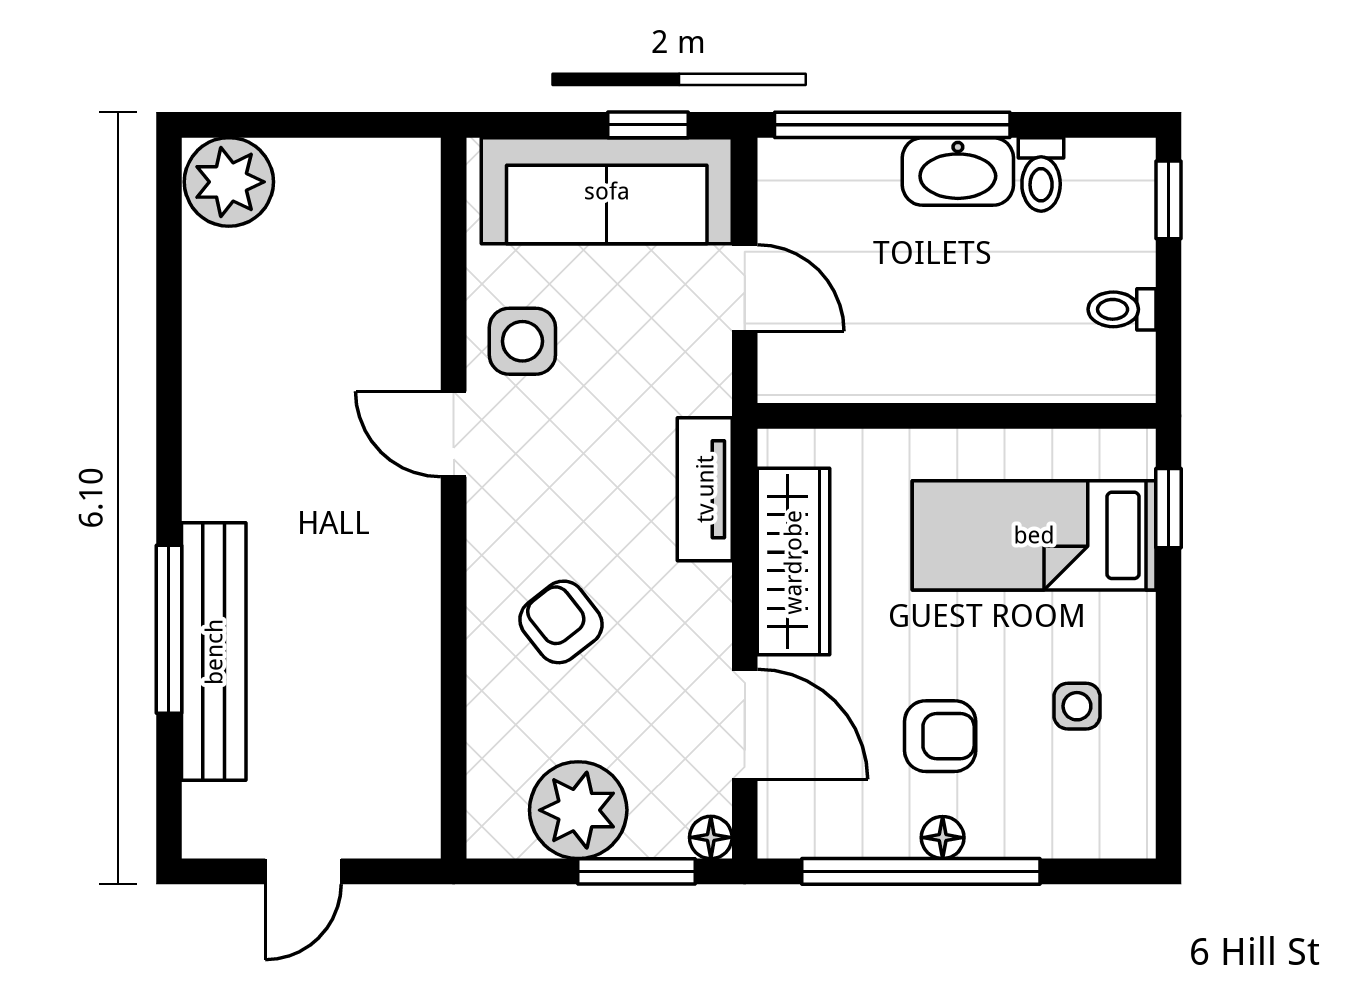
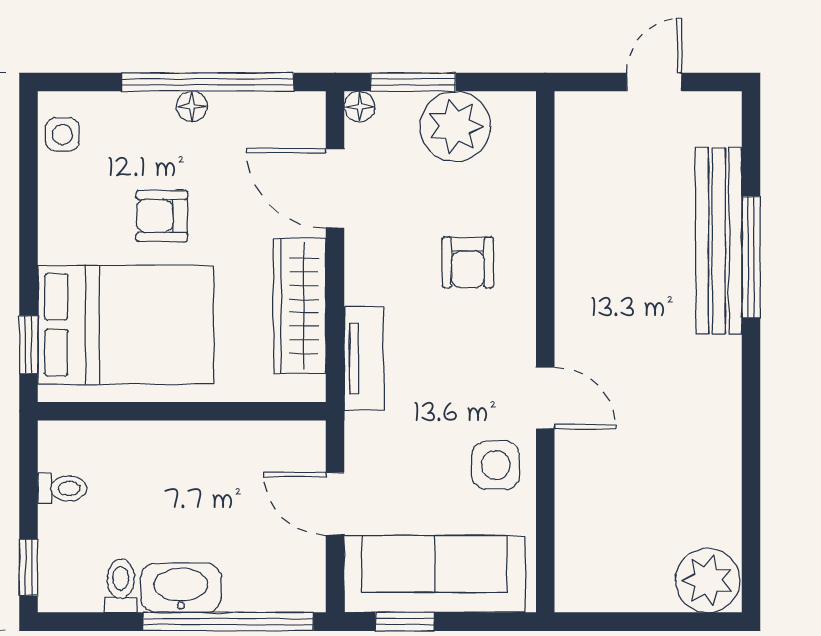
bed: (1034, 535) -> (126, 325), width x1.50
armchair: (561, 622) -> (468, 262), turned 38
side table: (1077, 706) -> (63, 134), moved
armchair: (940, 736) -> (162, 216), moved

